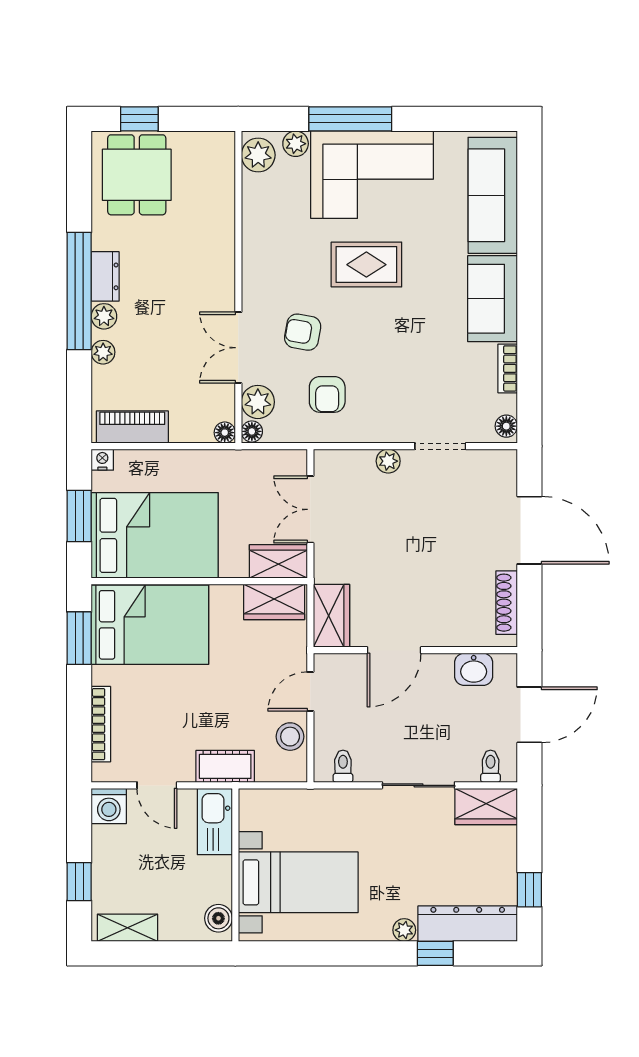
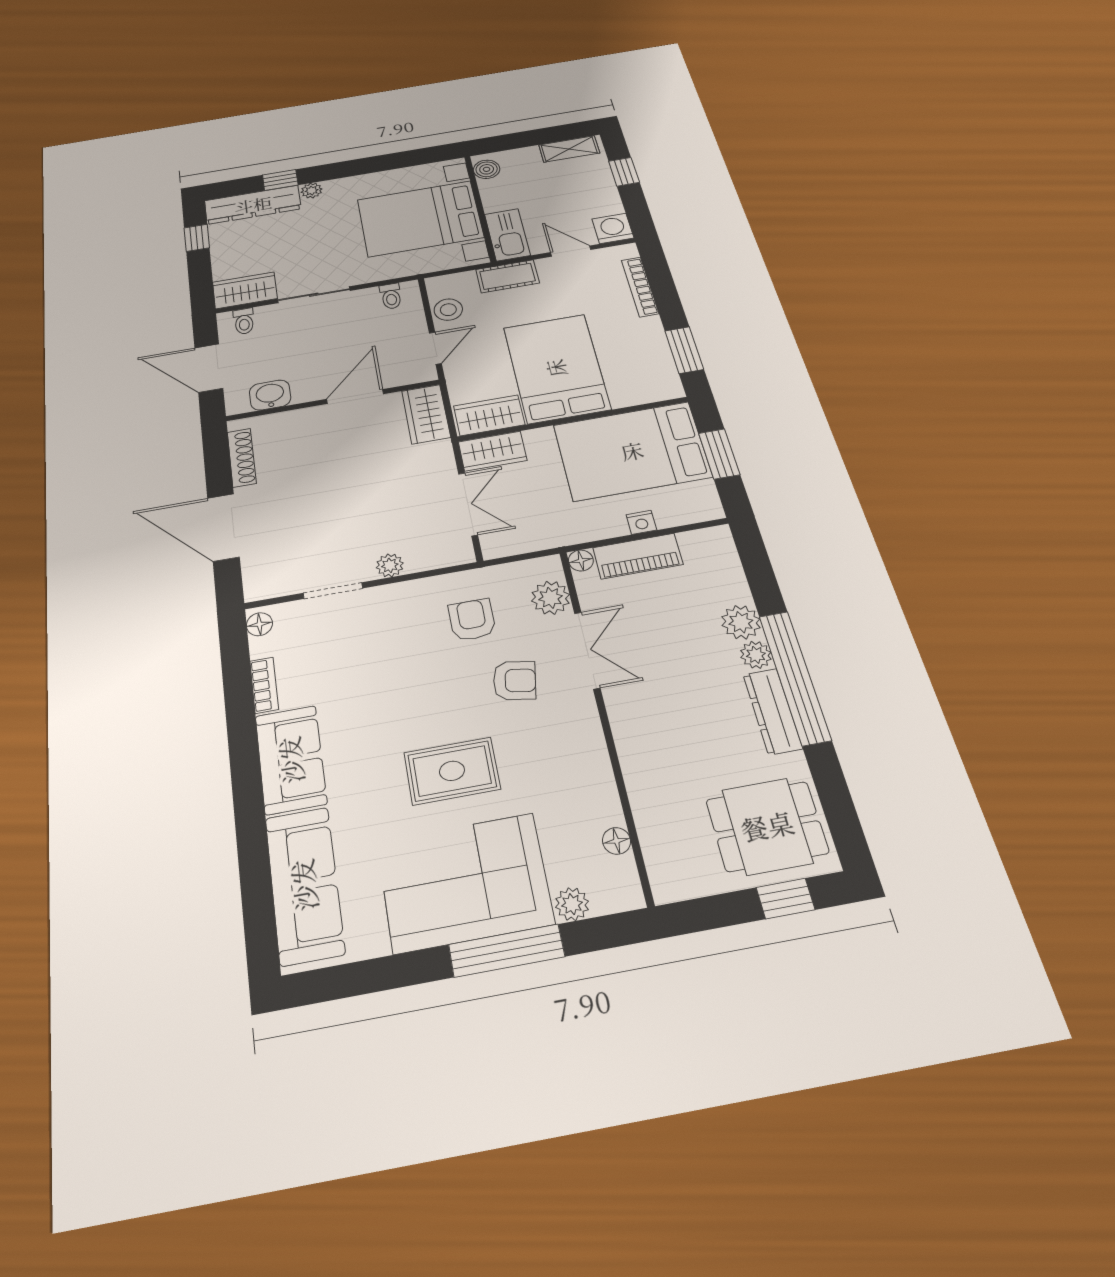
plant: (258, 155) -> (617, 880), removed
dining table: (137, 175) -> (767, 826), turned 90
dresser: (105, 276) -> (773, 711), width x1.44
plant: (103, 352) -> (741, 622), width x1.38, depth x1.38
piano: (132, 427) -> (638, 556), moved
floor lamp: (252, 431) -> (616, 841), moved
nightstand: (102, 460) -> (641, 522), moved
bed: (150, 625) -> (556, 368), moved, turned 90
door: (529, 715) -> (209, 368), hinge flipped
bed with nightstands: (298, 882) -> (420, 218), width x1.36

